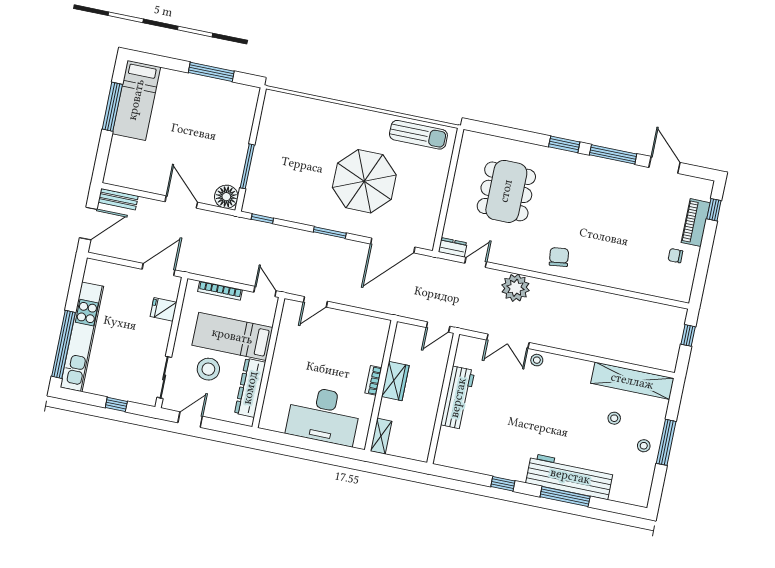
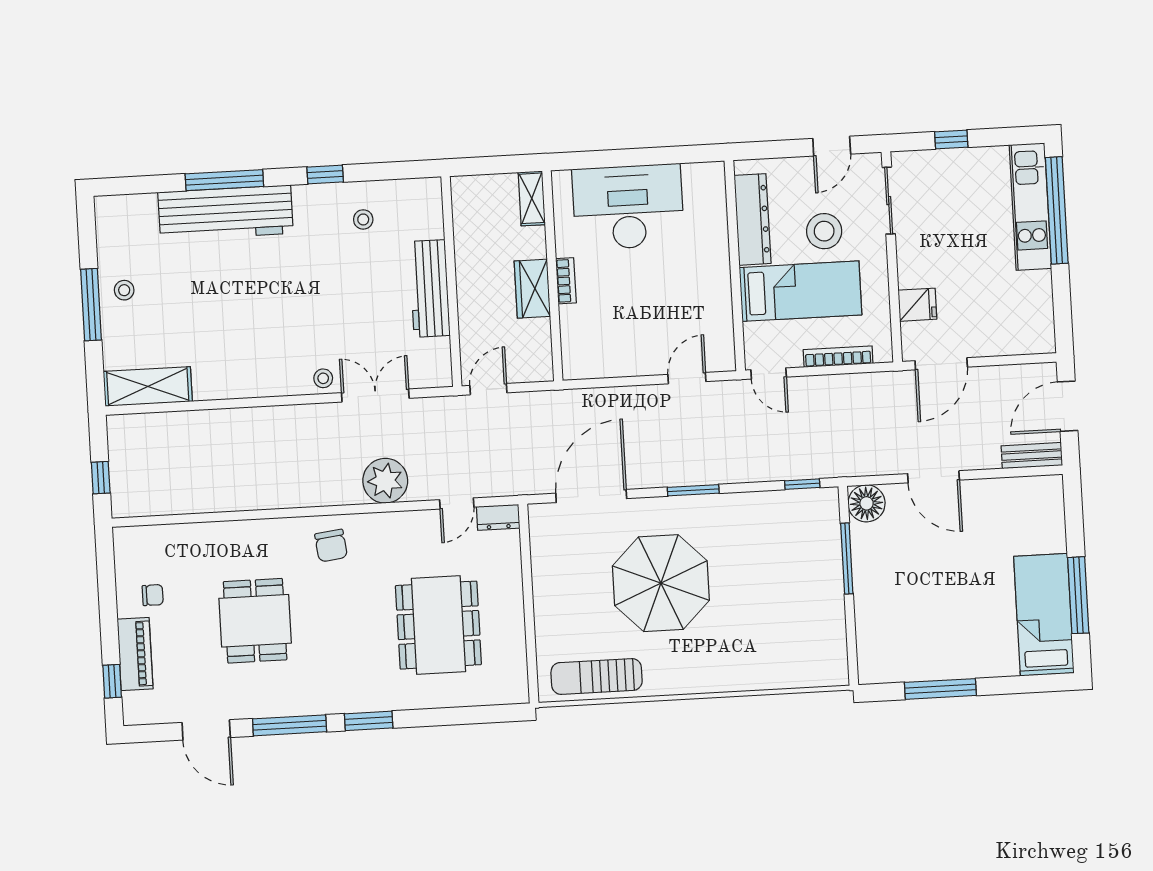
dining table: (617, 224) -> (255, 621), added
kitchen unit: (82, 337) -> (1030, 207), width x0.73
shelving: (632, 381) -> (148, 386), width x0.68
stool: (614, 418) -> (363, 219), moved

